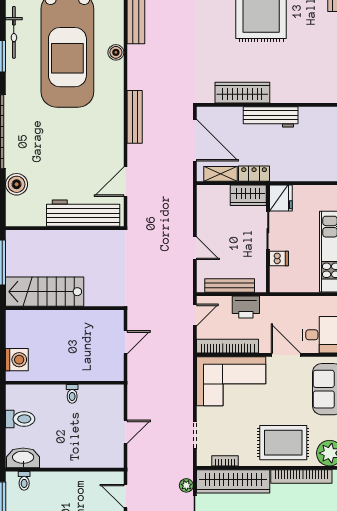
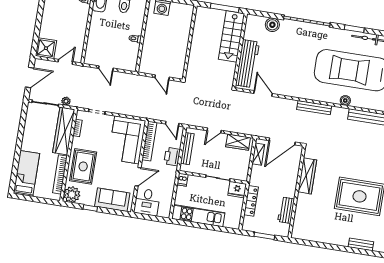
bench: (135, 117) -> (314, 108), moved
workbench: (271, 117) -> (286, 210), moved, width x0.73
locker: (254, 174) -> (251, 201), moved, width x1.53
wardrobe: (248, 195) -> (238, 142), moved, turned -90
dishwasher: (279, 259) -> (183, 180), moved
stairs: (45, 292) -> (232, 36), moved, turned 180

